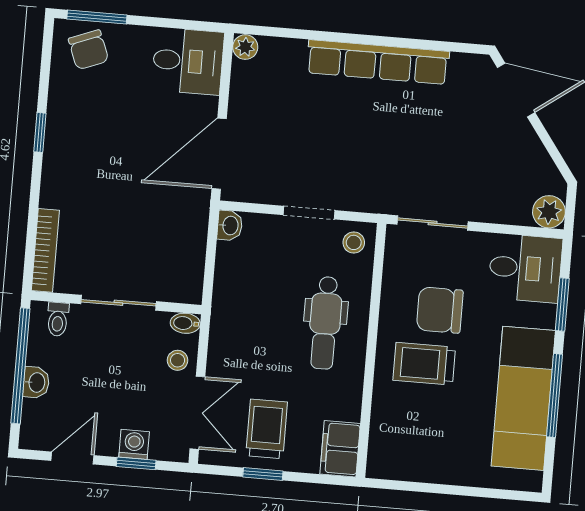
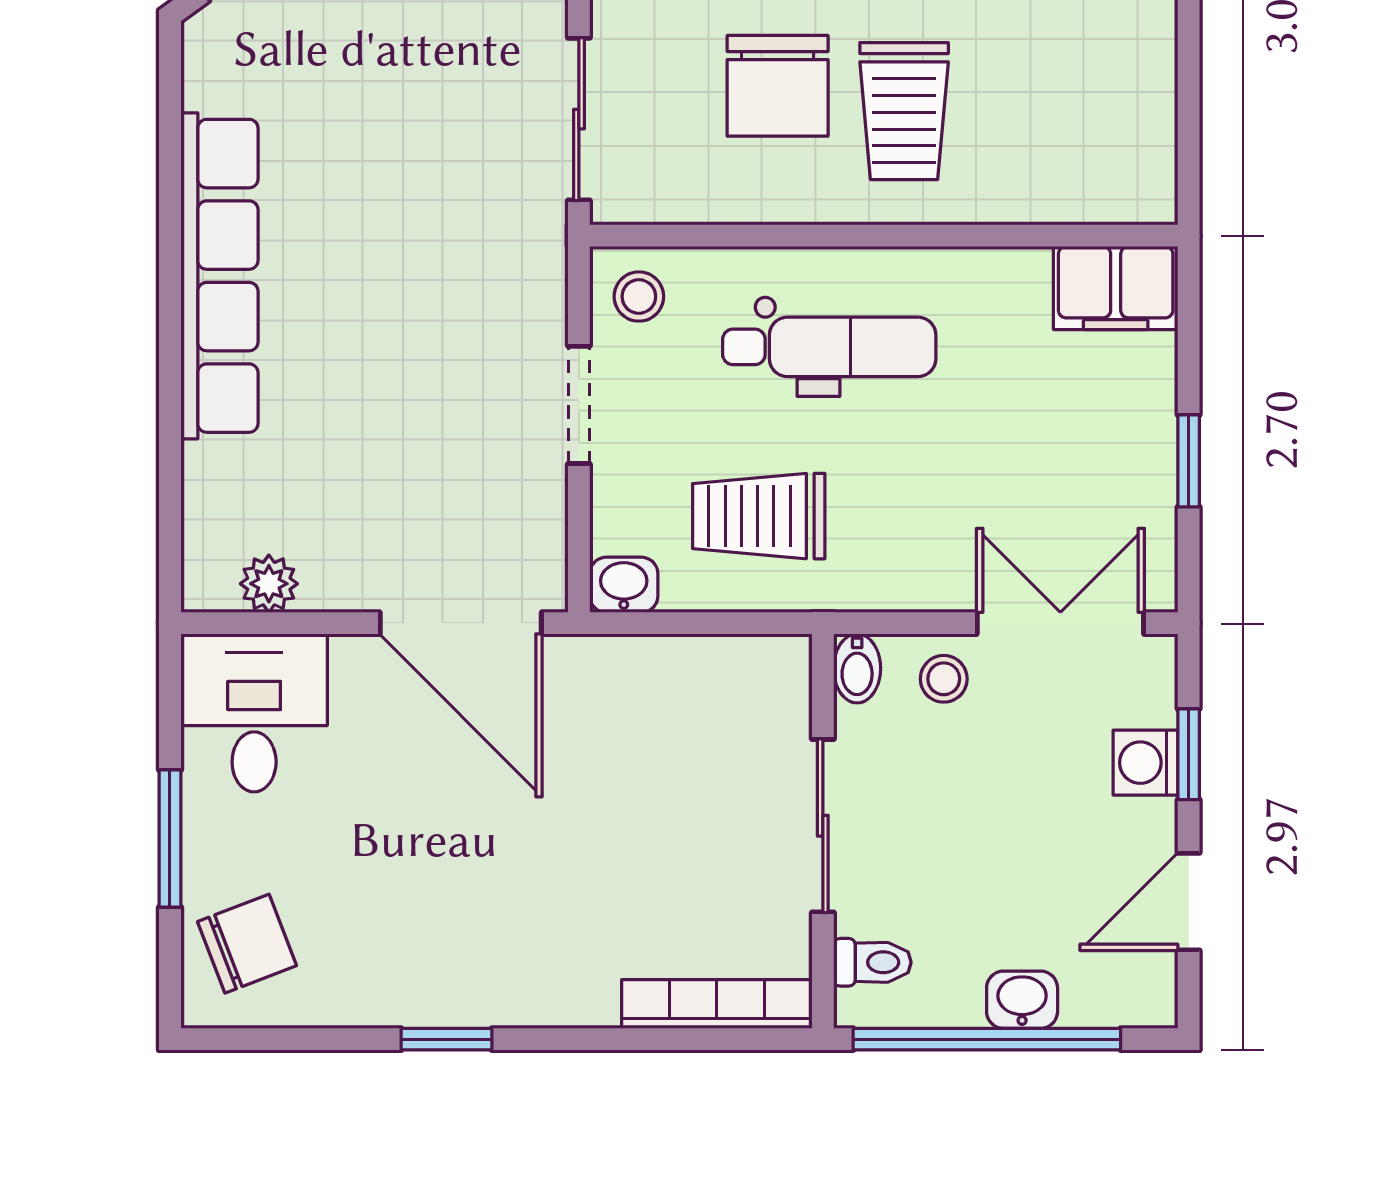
window: (97, 17) -> (170, 838), moved
plant: (245, 47) -> (269, 584), moved
trolley: (267, 429) -> (759, 516), moved
door: (72, 458) -> (1189, 902), hinge flipped

